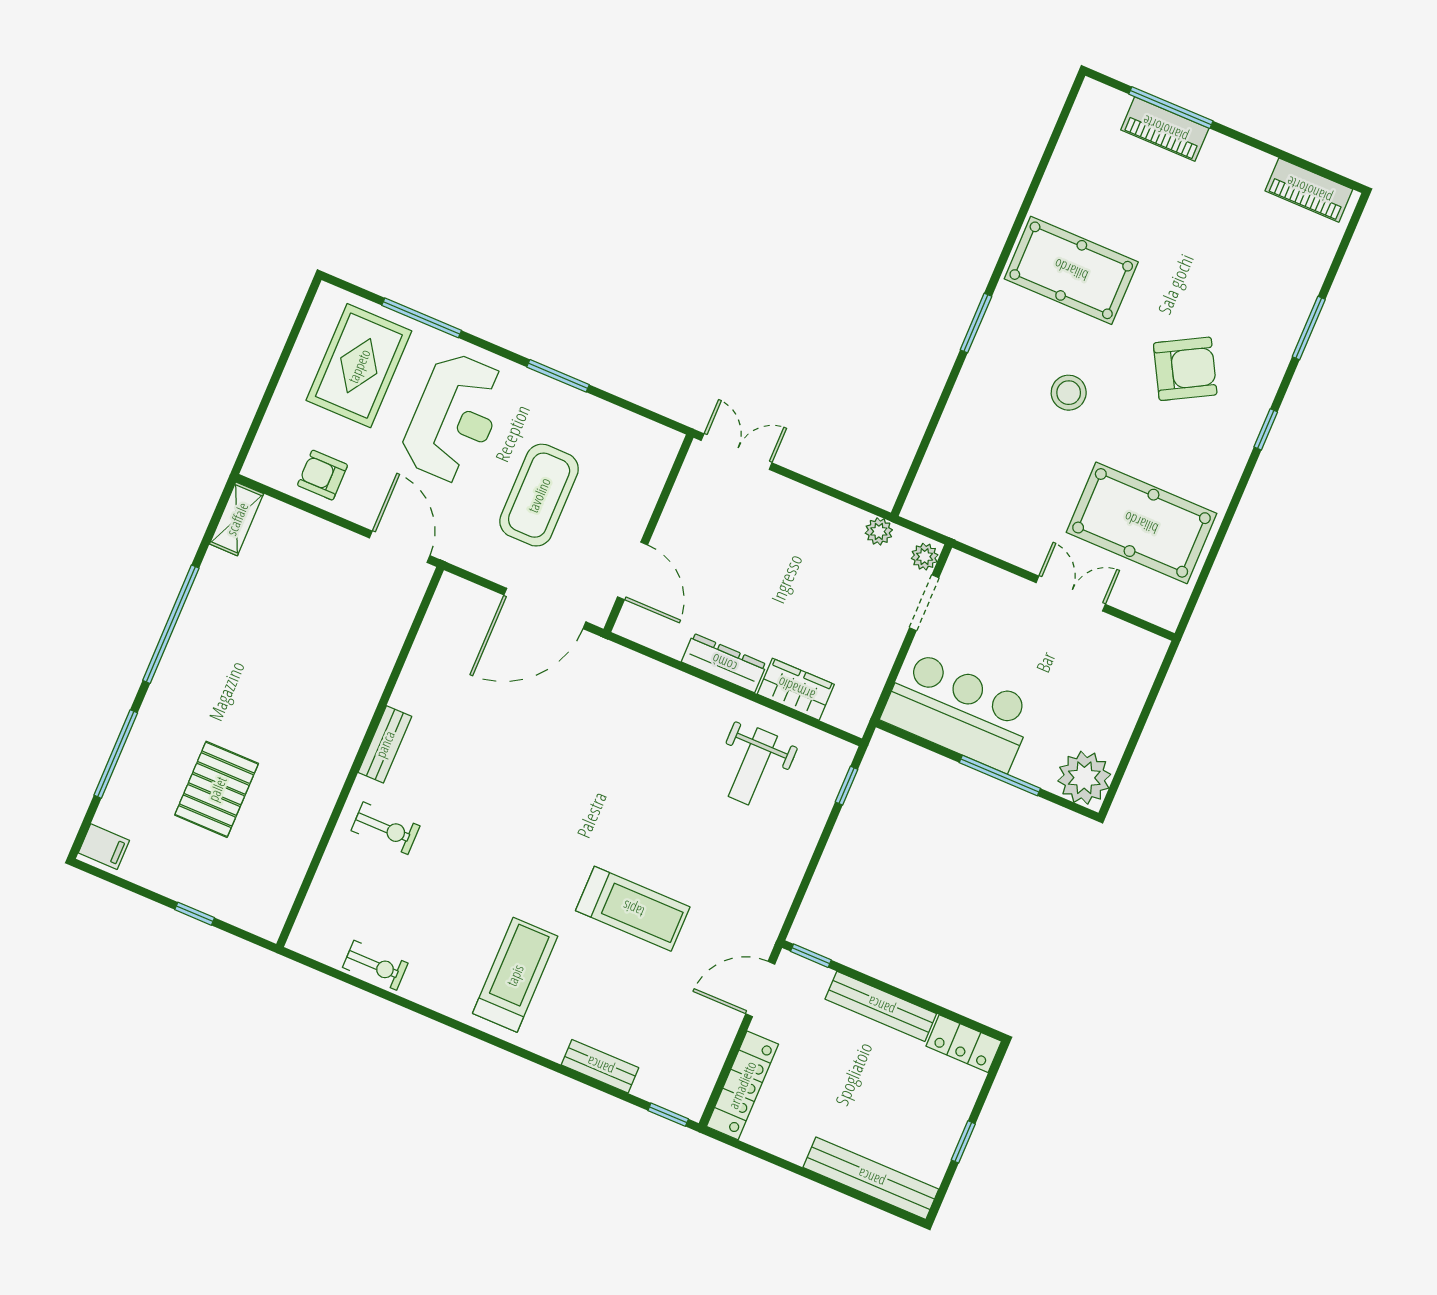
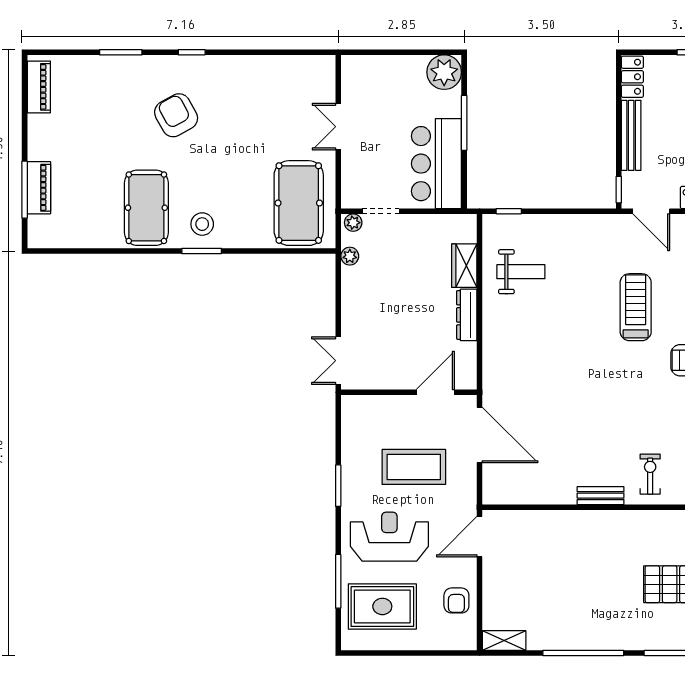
stool: (1069, 393) -> (202, 224), moved
pool table: (1141, 523) -> (299, 203), moved

